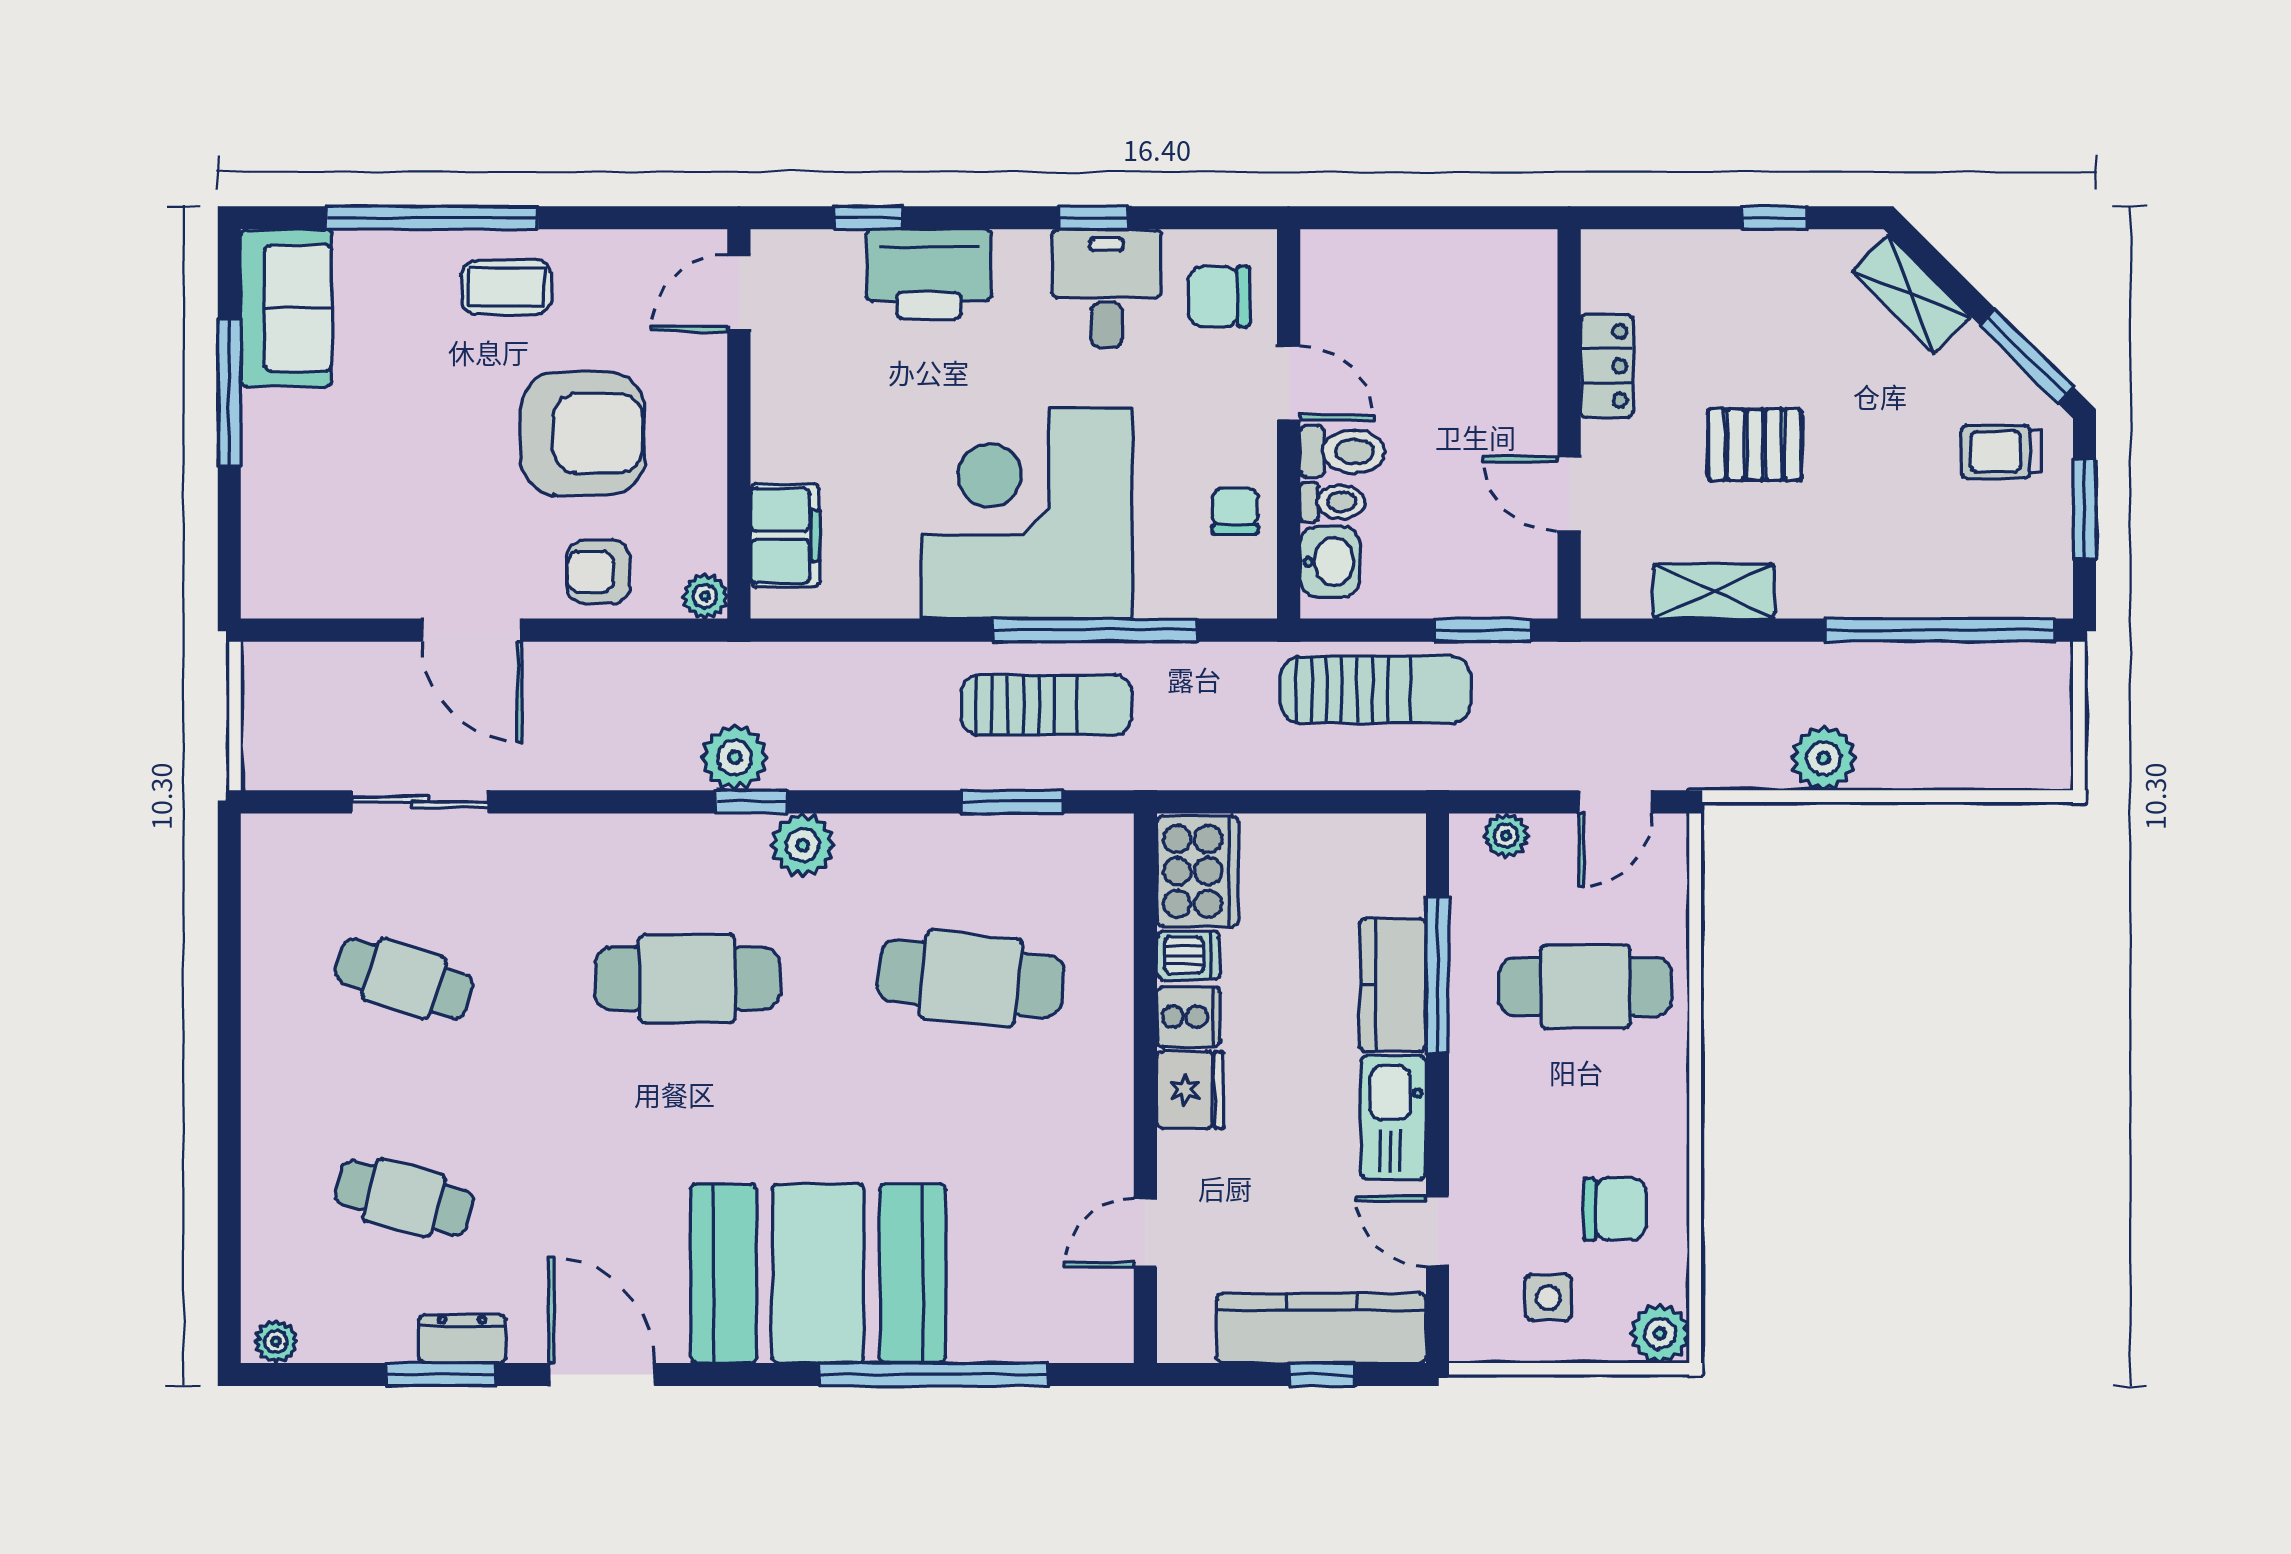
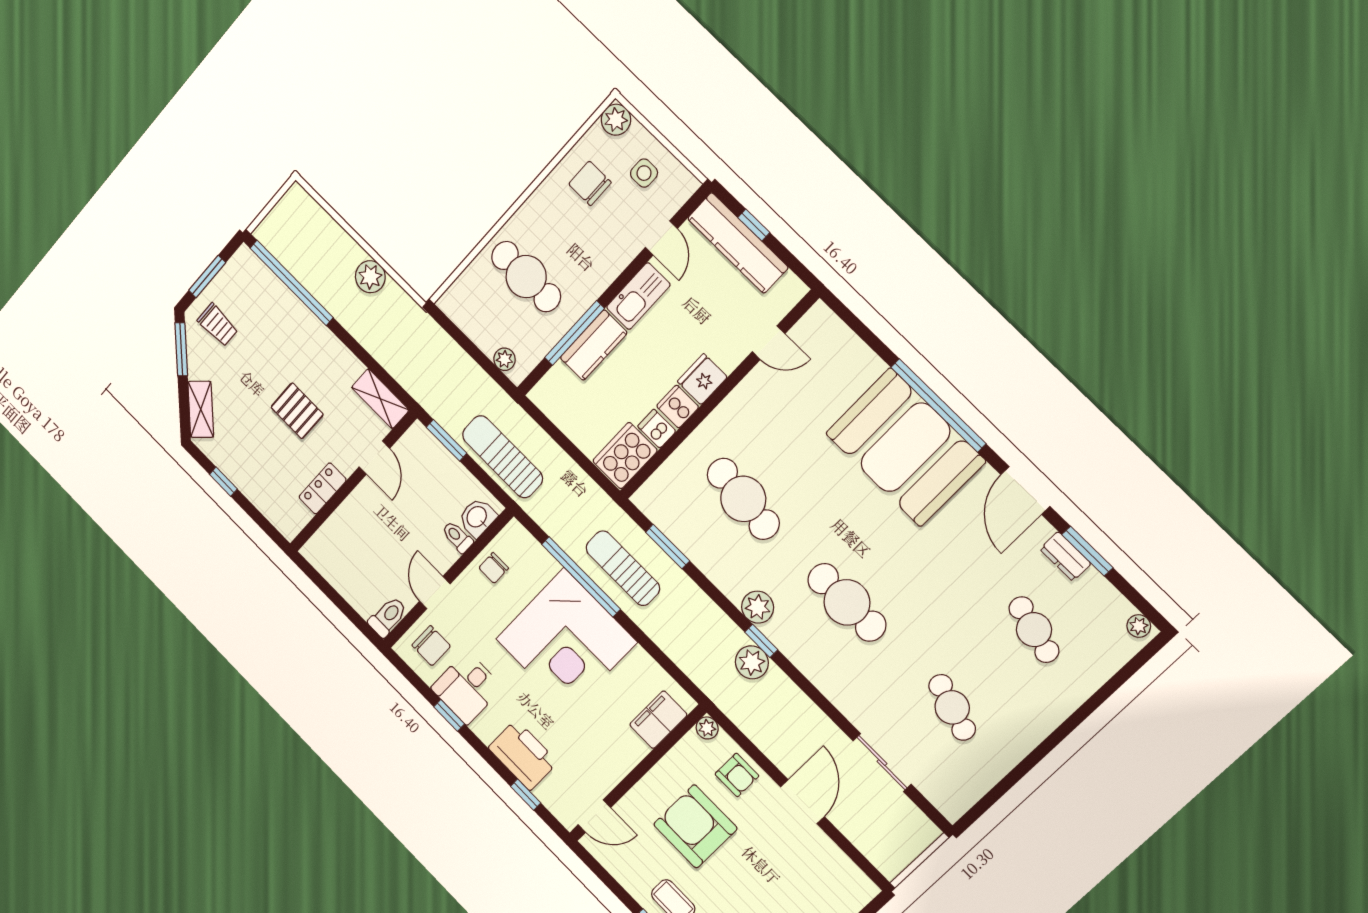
toilet: (1343, 452) -> (388, 617), moved, turned 90
shelving: (1714, 591) -> (380, 399), moved
door: (1616, 802) -> (456, 333), removed
window: (934, 1374) -> (938, 405), moved

